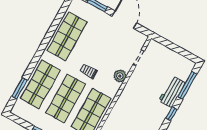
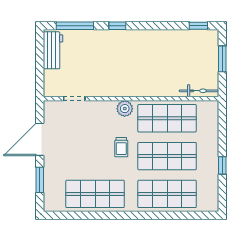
plant: (120, 76) -> (125, 109), moved
window: (20, 88) -> (185, 215), removed
workbench: (172, 92) -> (53, 50), moved, turned -90

